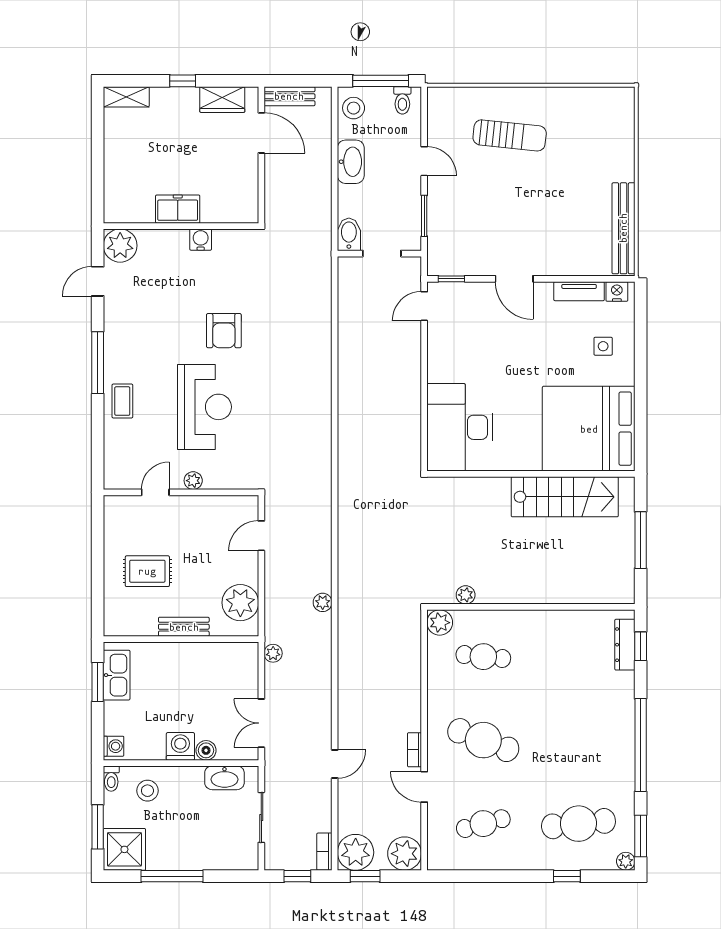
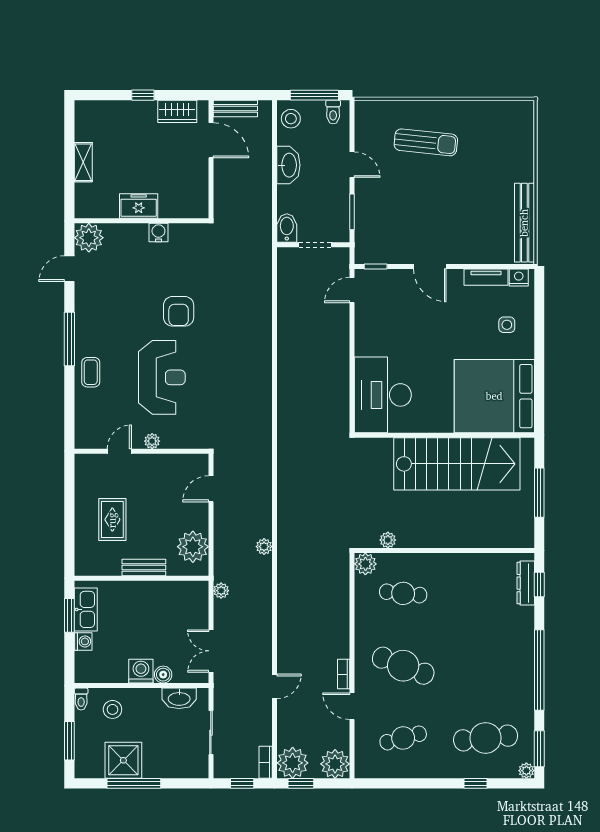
shelving: (126, 97) -> (83, 162), moved, turned 90
stairs: (565, 497) -> (457, 464), width x1.36, depth x1.51
rug: (147, 571) -> (112, 520), turned 90
washing machine: (114, 746) -> (83, 641), moved
shower: (124, 849) -> (123, 760), moved

